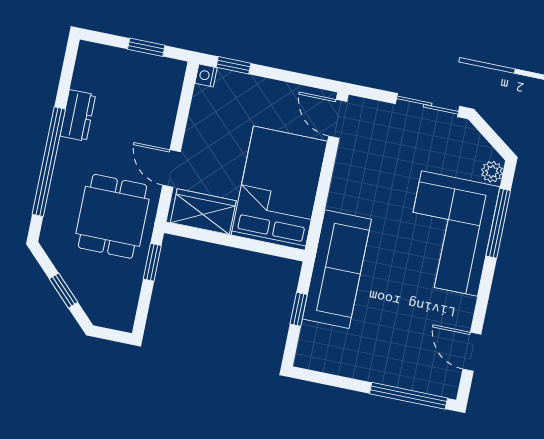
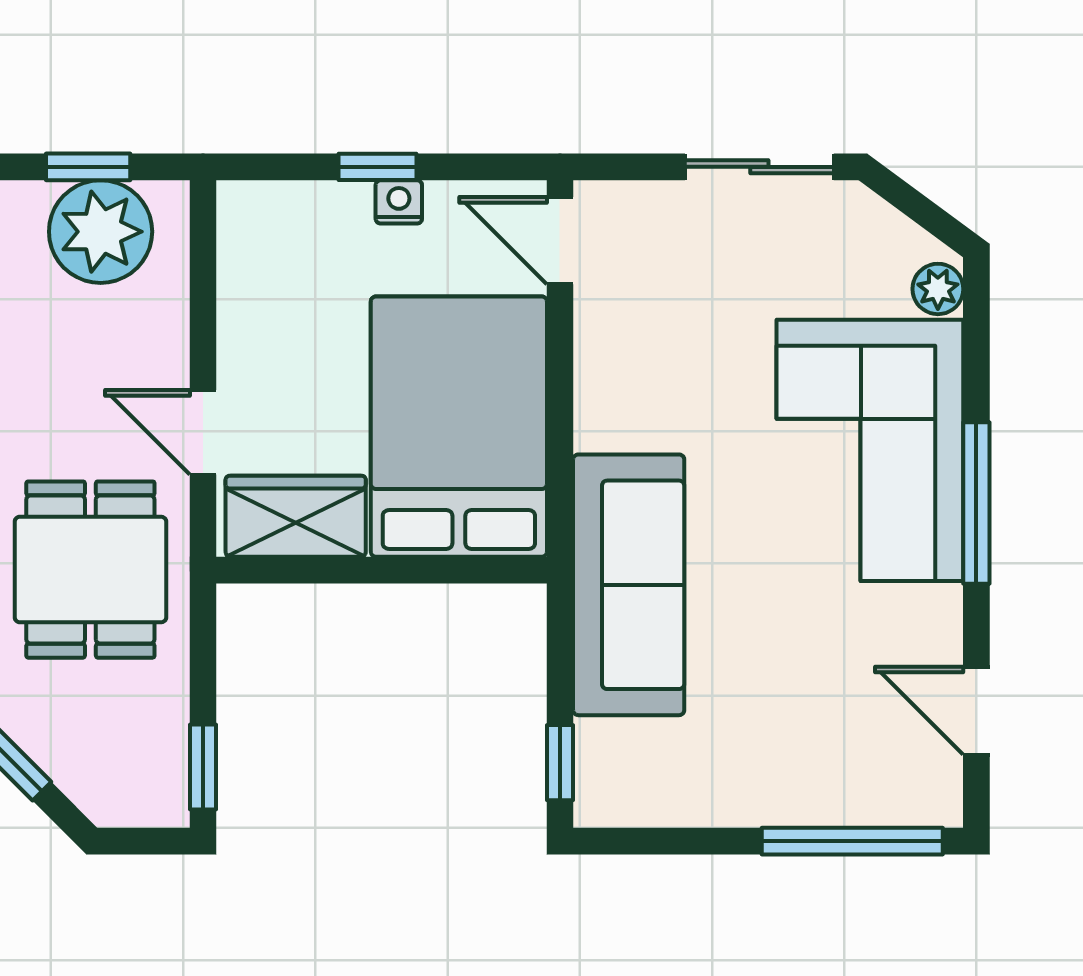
window: (234, 65) -> (377, 167), moved
nightstand: (206, 75) -> (399, 202), moved, turned 90
plant: (146, 76) -> (101, 232), added
window: (498, 223) -> (976, 503), moved
window: (152, 262) -> (203, 767), moved
window: (299, 309) -> (560, 763), moved

